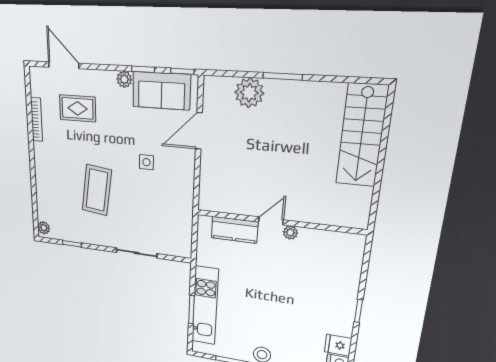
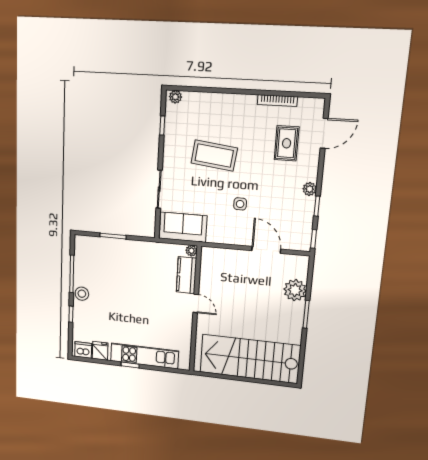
sofa: (161, 91) -> (183, 227), moved, turned 90
stairs: (362, 135) -> (250, 359), width x1.36, depth x1.51
plant: (290, 233) -> (191, 251), moved
kitchen unit: (205, 306) -> (144, 356), moved, turned 180

